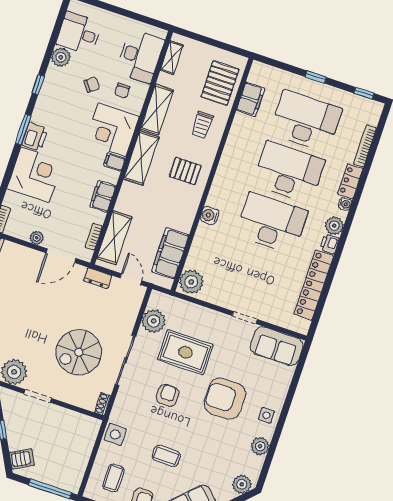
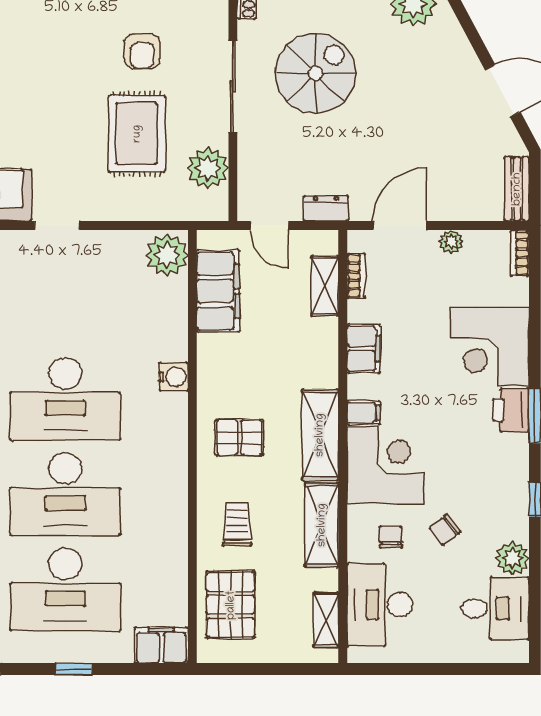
filing cabinet: (251, 99) -> (161, 645), moved, turned 90
shelving: (114, 238) -> (325, 286), width x0.67, depth x0.75
rug: (185, 352) -> (137, 134), turned 90
armchair: (225, 399) -> (44, 78), removed

